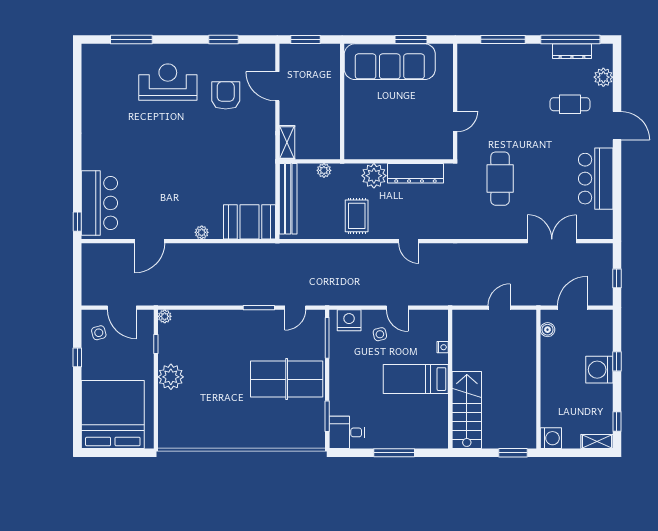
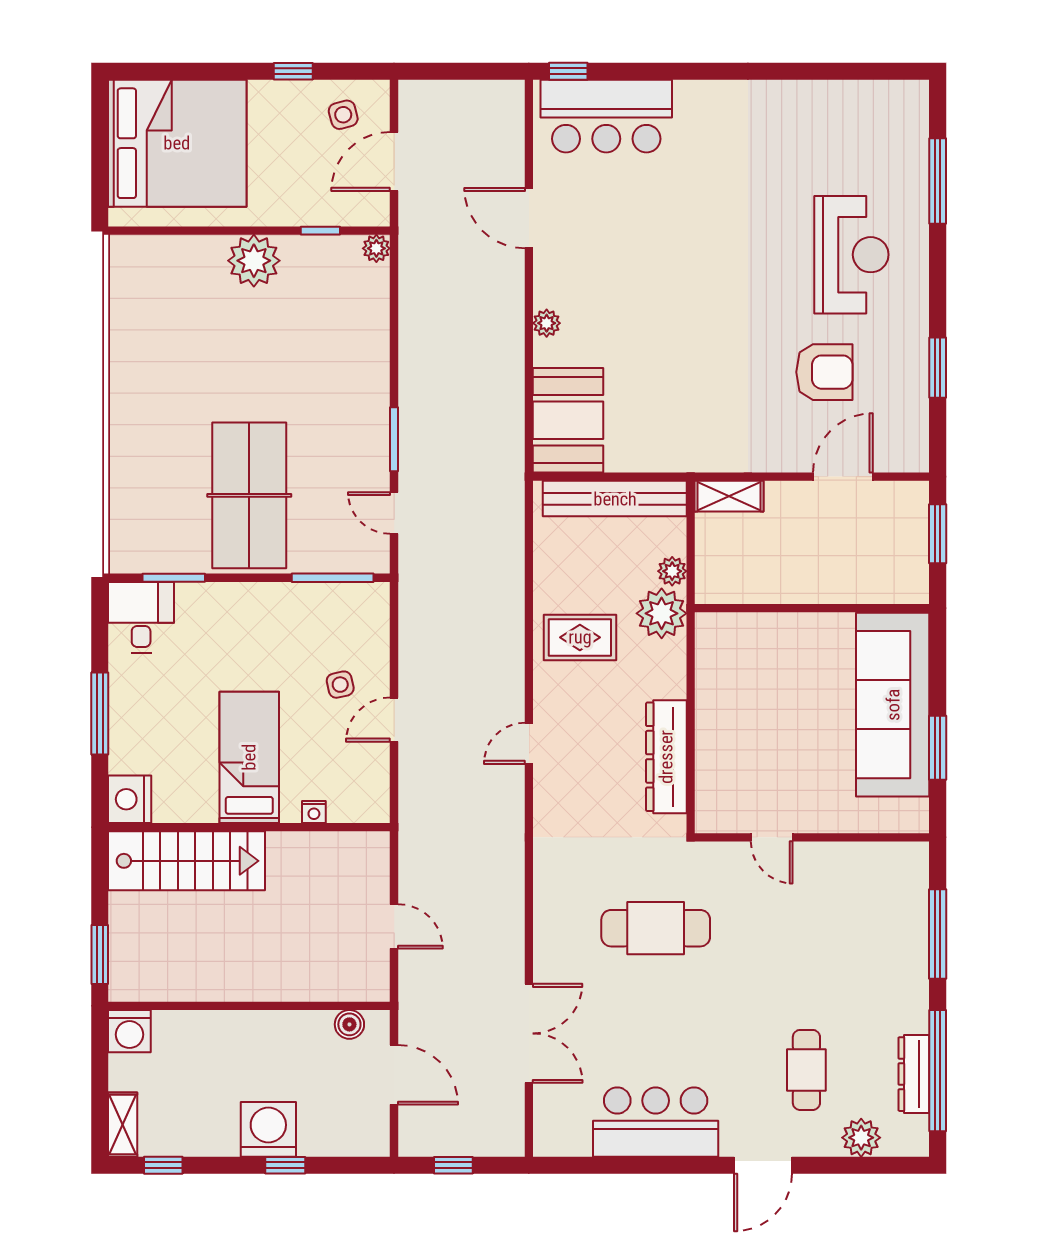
plant: (374, 176) -> (662, 613), moved
nightstand: (349, 320) -> (130, 799), moved, turned 180

